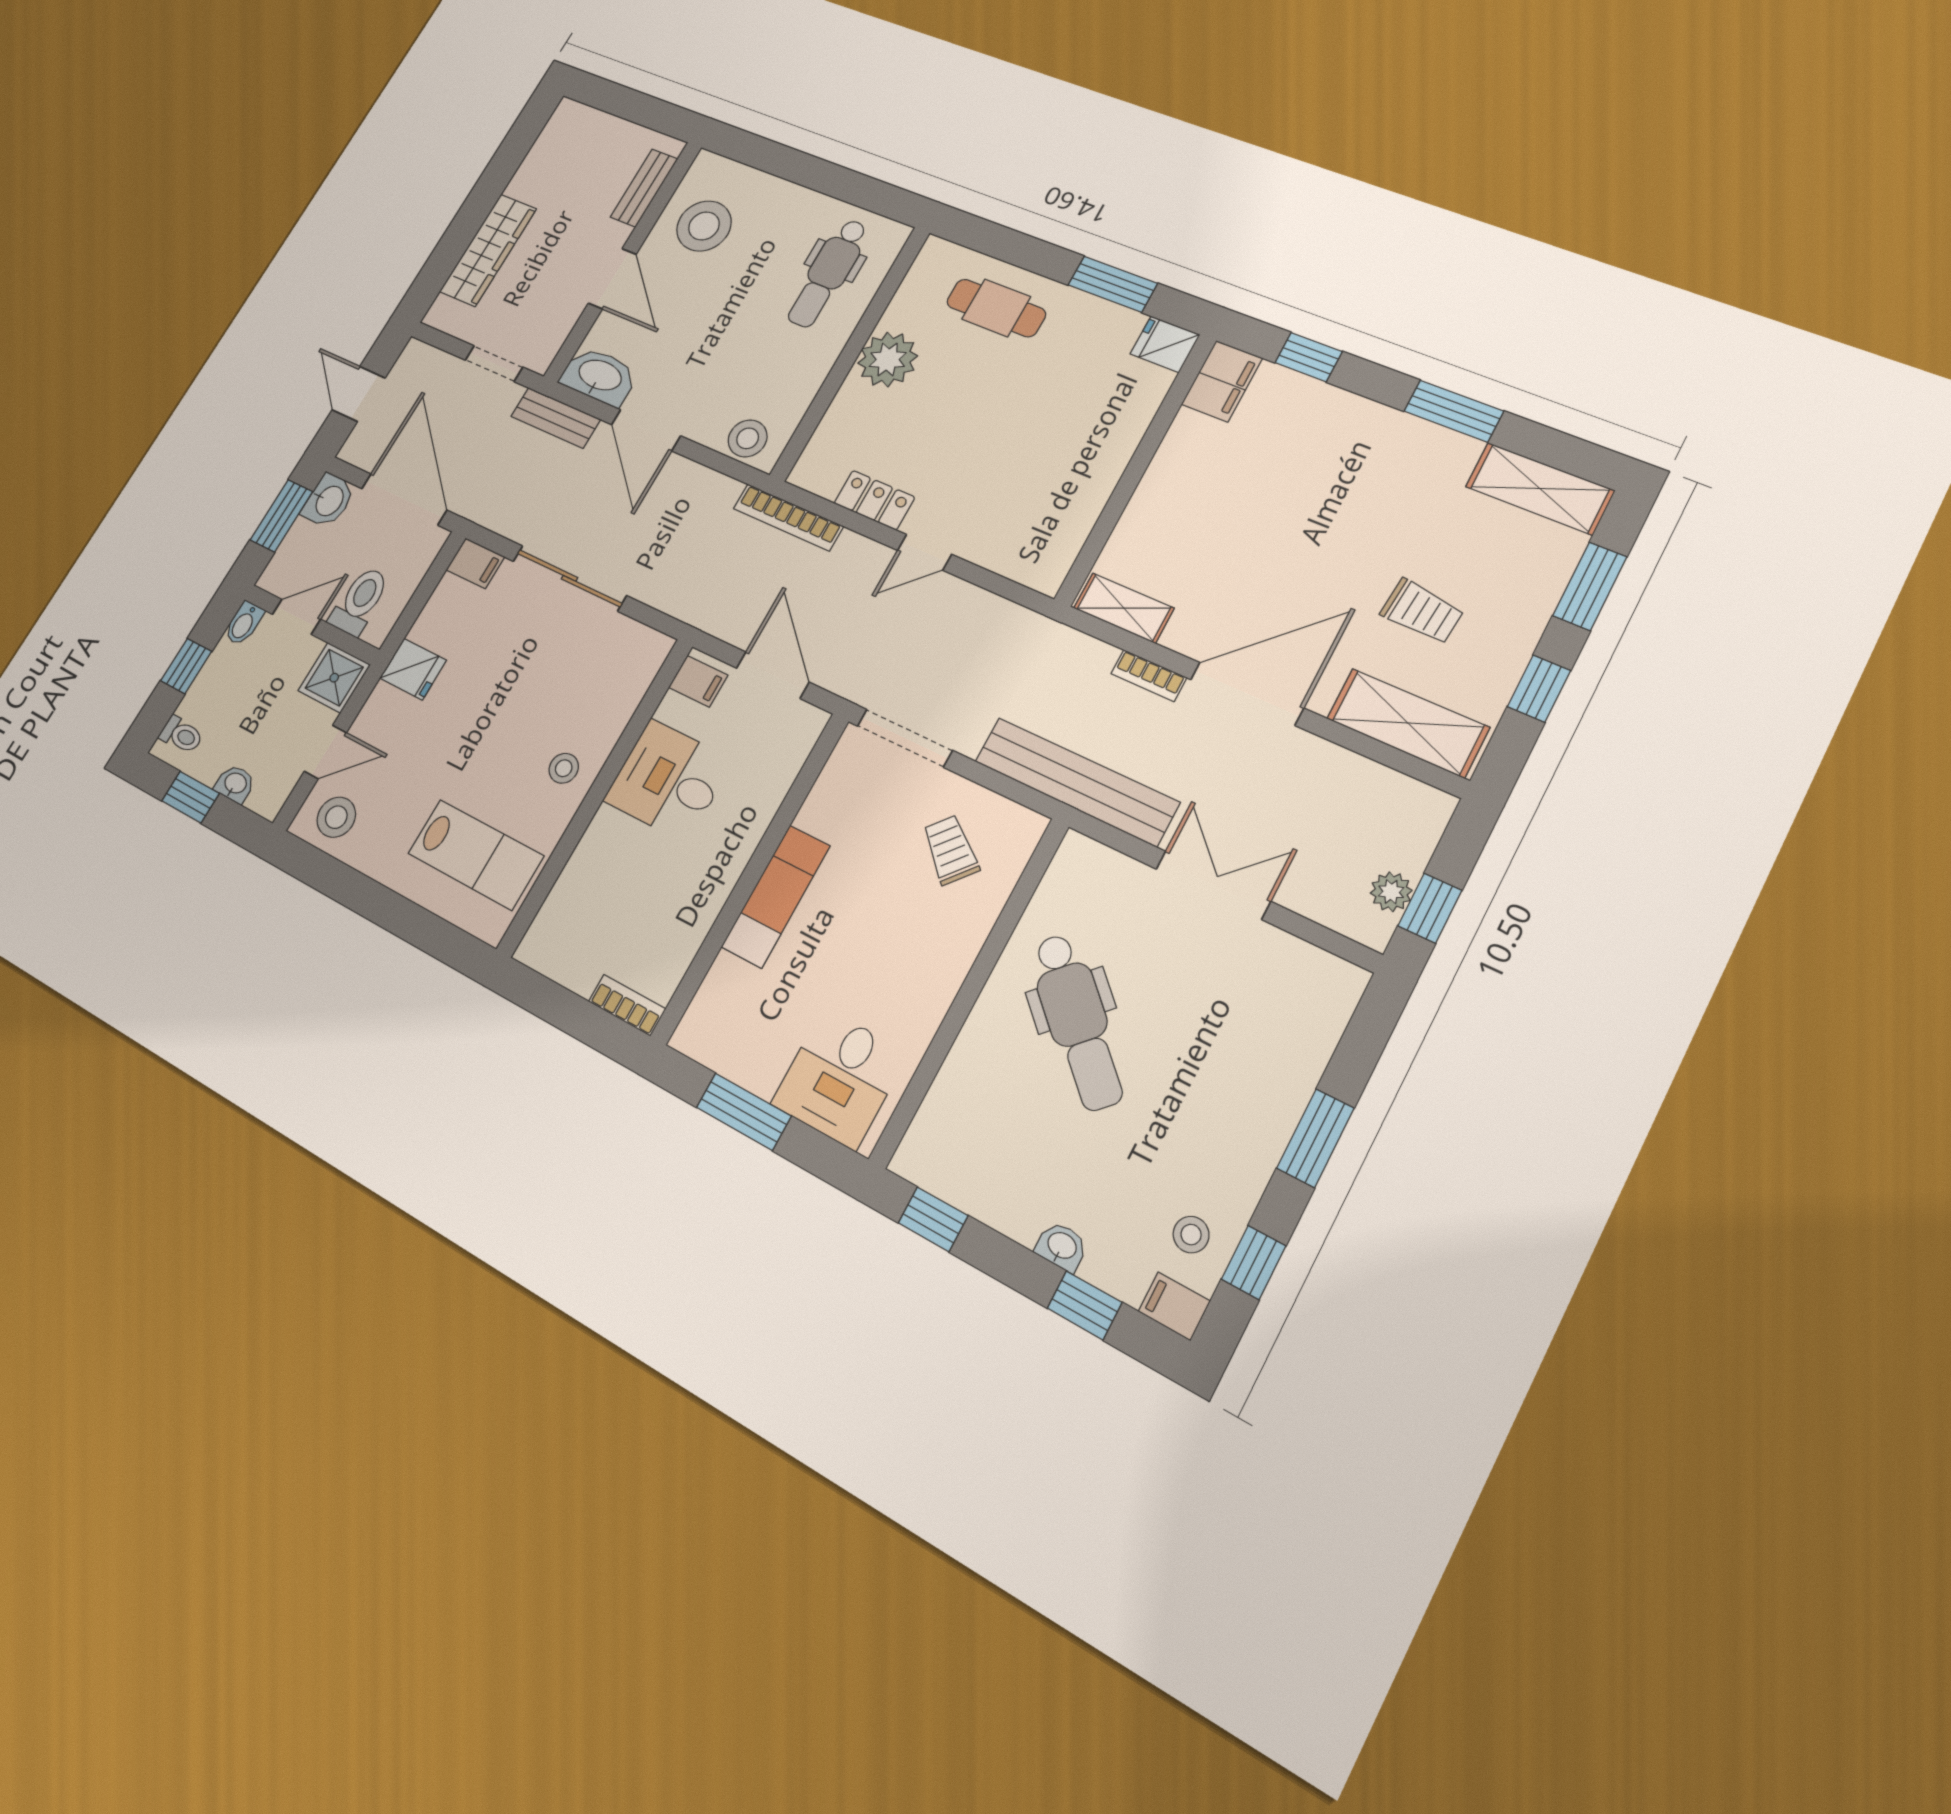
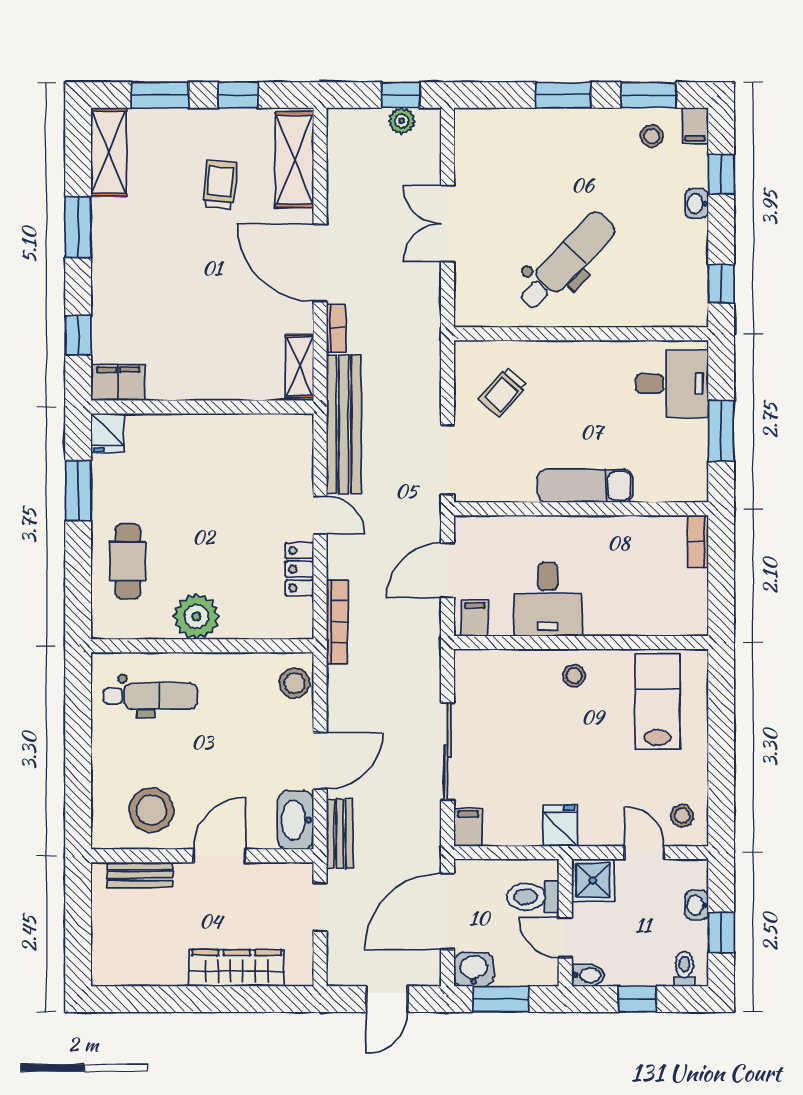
bench: (1076, 782) -> (344, 424), moved
stool: (336, 817) -> (682, 816), width x0.73, depth x0.73
window: (1254, 1263) -> (649, 95), width x1.50

